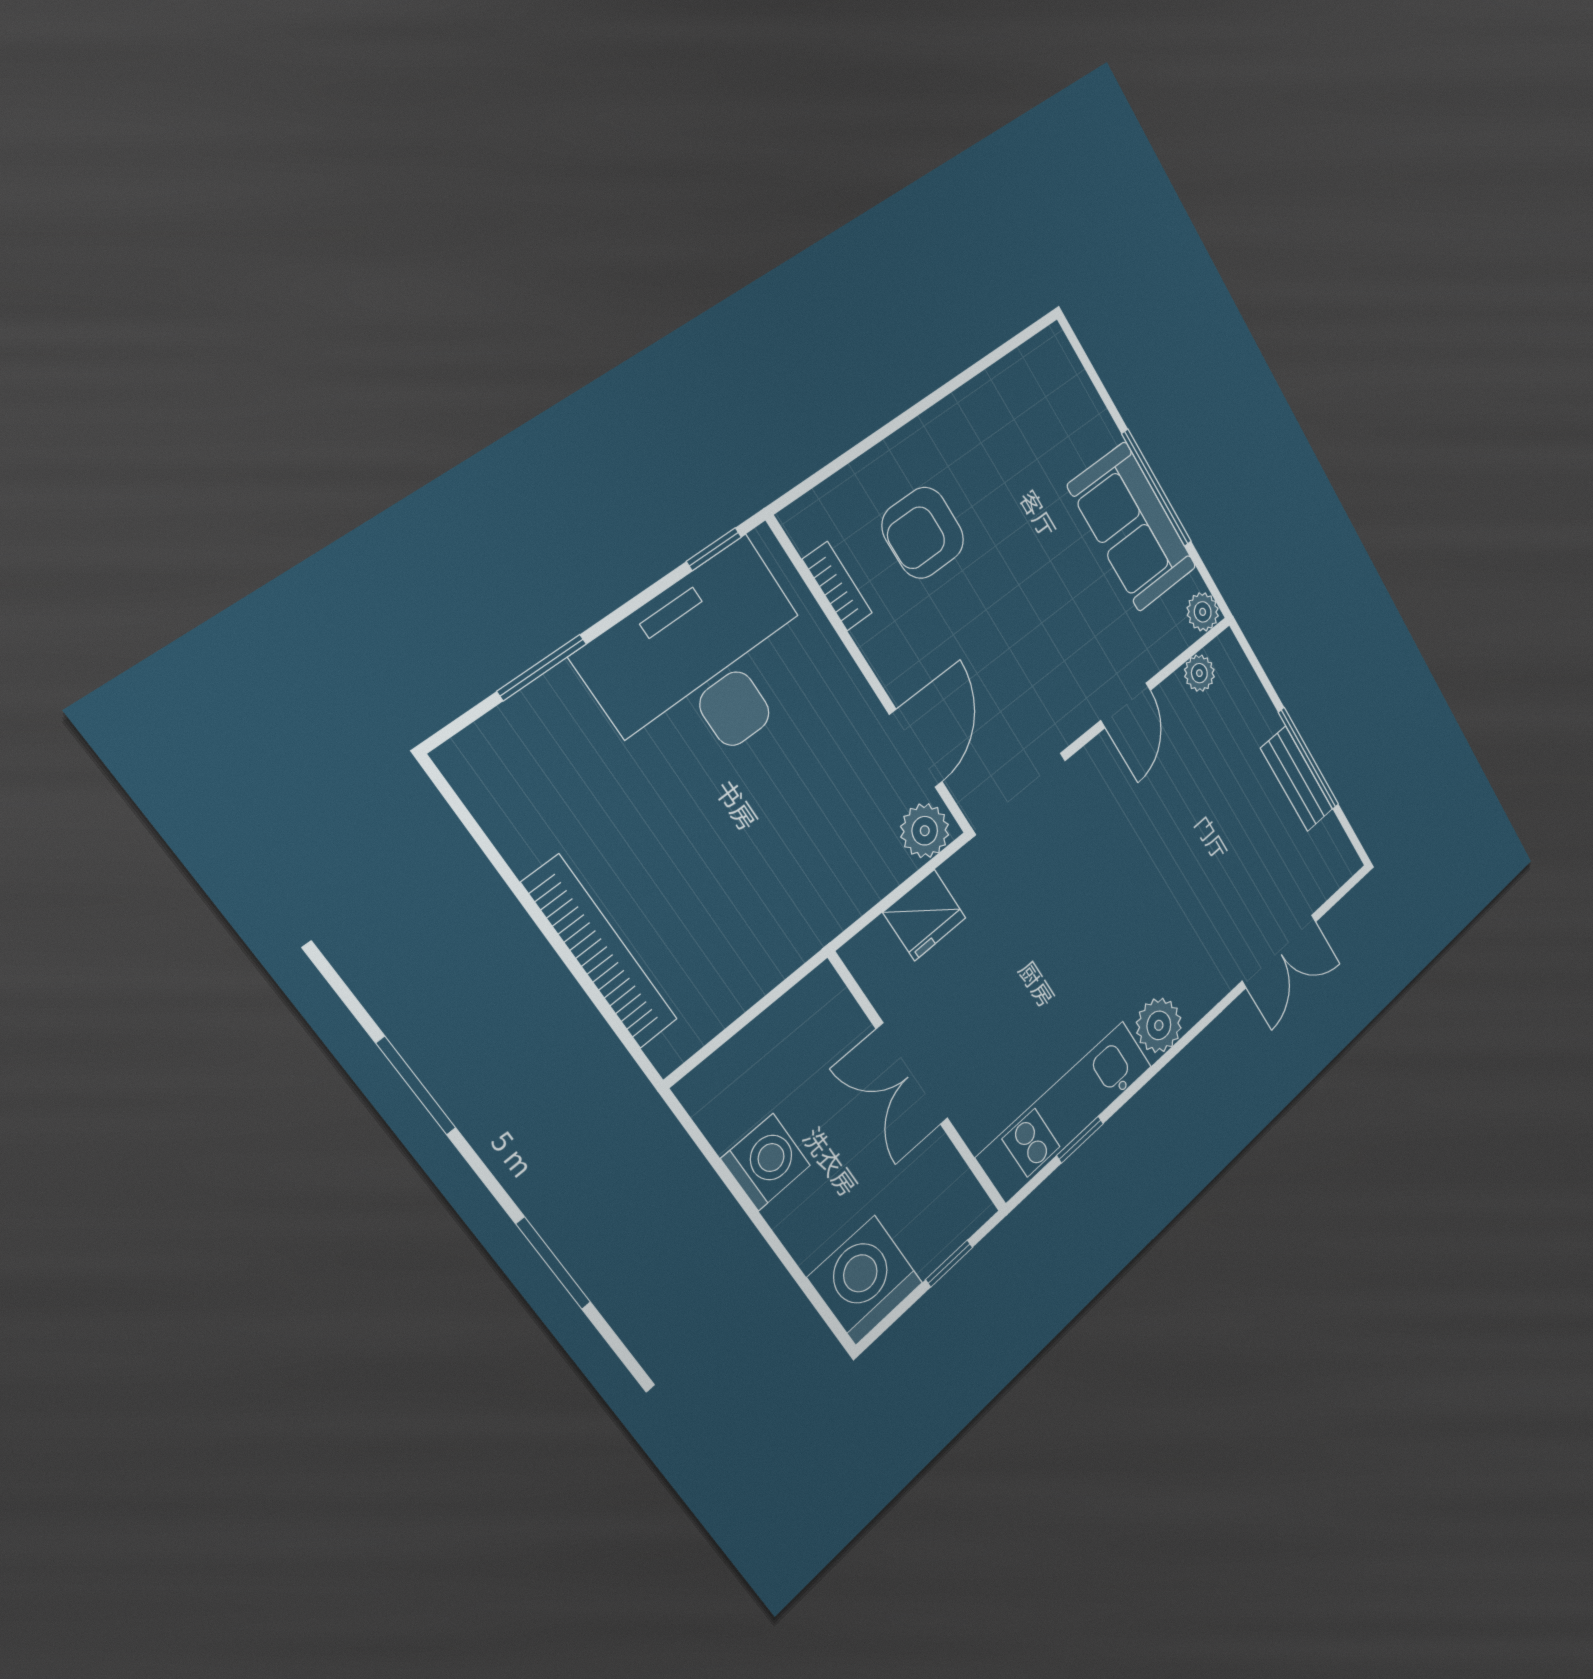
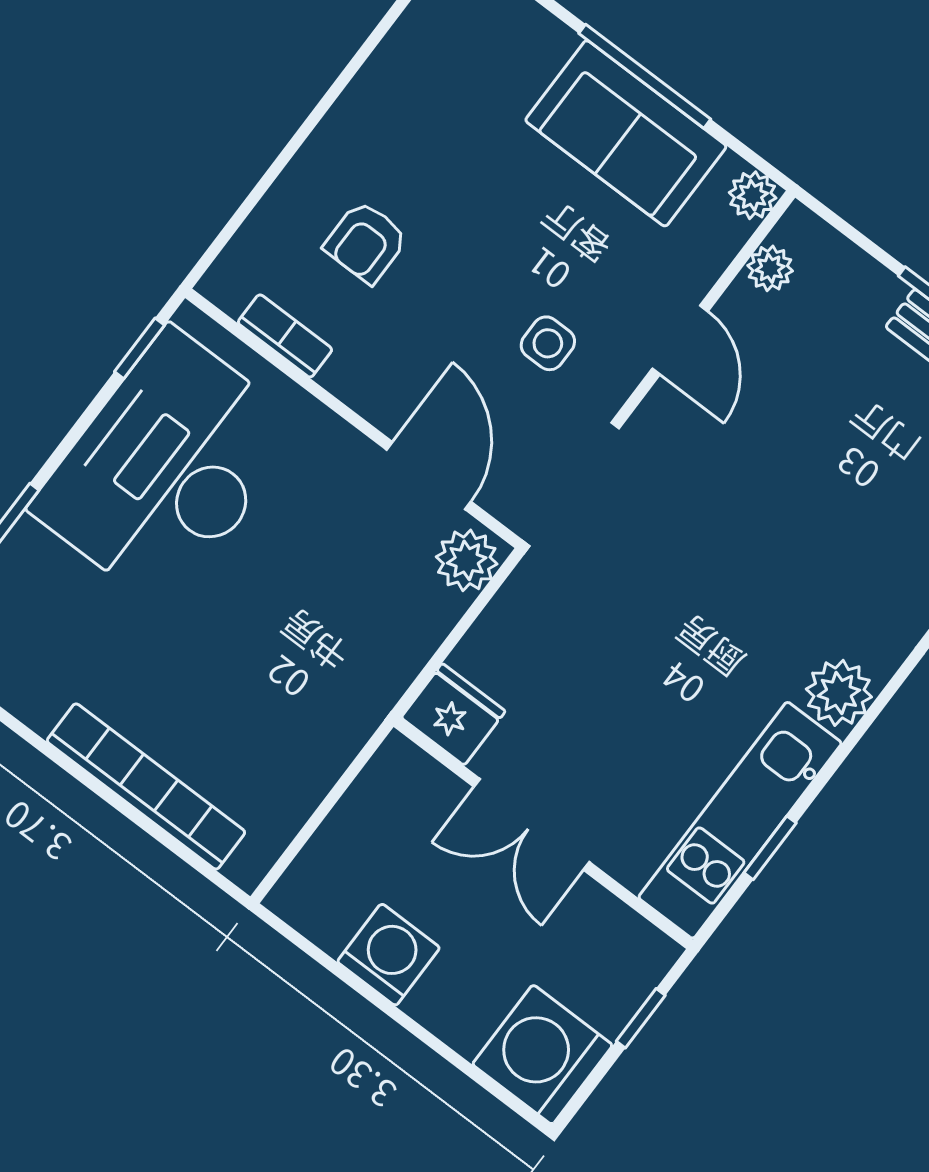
armchair: (923, 533) -> (366, 242), width x0.72, depth x0.72
side table: (1034, 671) -> (548, 343), added
fridge: (925, 915) -> (453, 714), moved, turned -90

